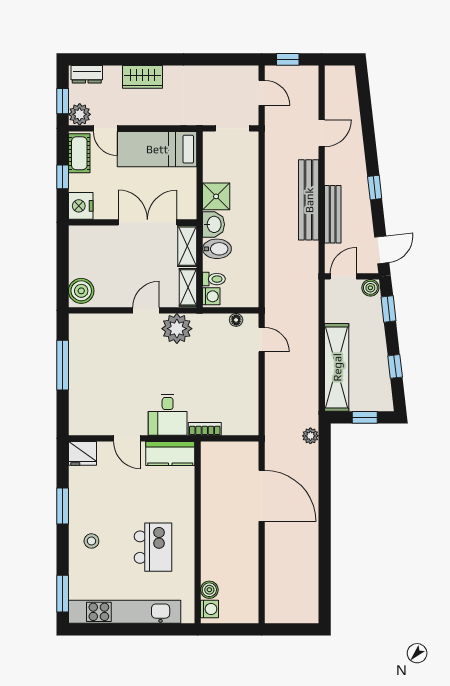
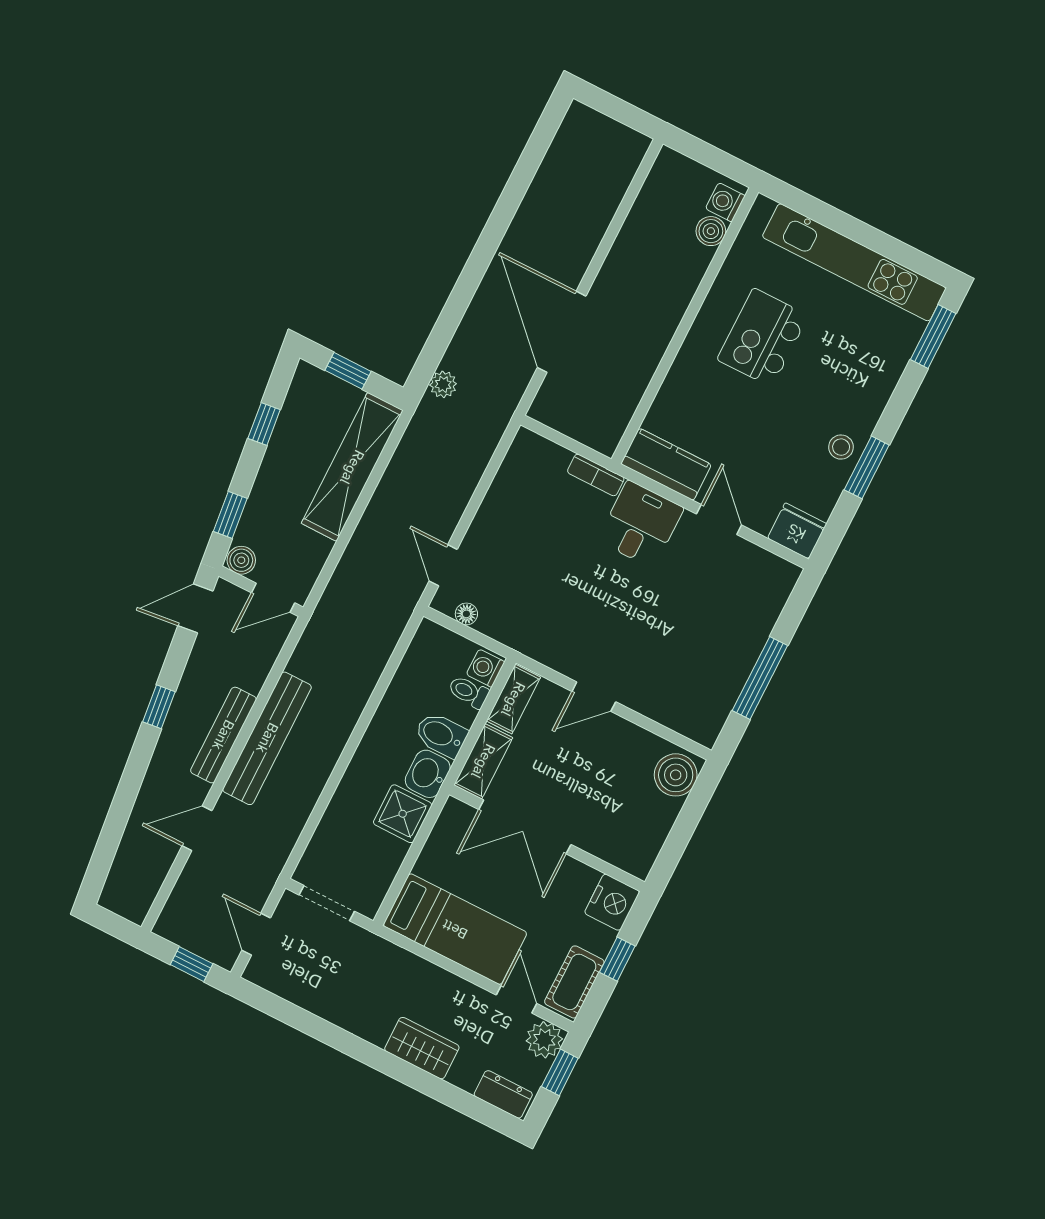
bench: (333, 214) -> (223, 735), moved
plant: (177, 329) -> (561, 646), removed
stool: (91, 541) -> (841, 447), moved

